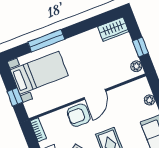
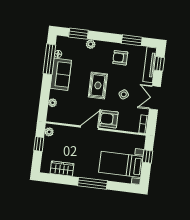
wardrobe: (113, 29) -> (62, 169), moved
window: (46, 41) -> (92, 183), moved
armchair: (79, 115) -> (109, 119), turned 180

